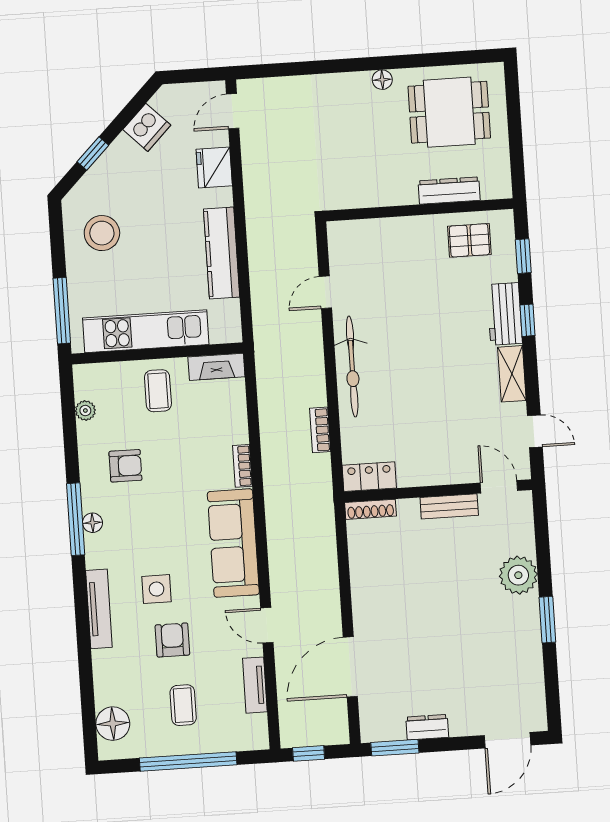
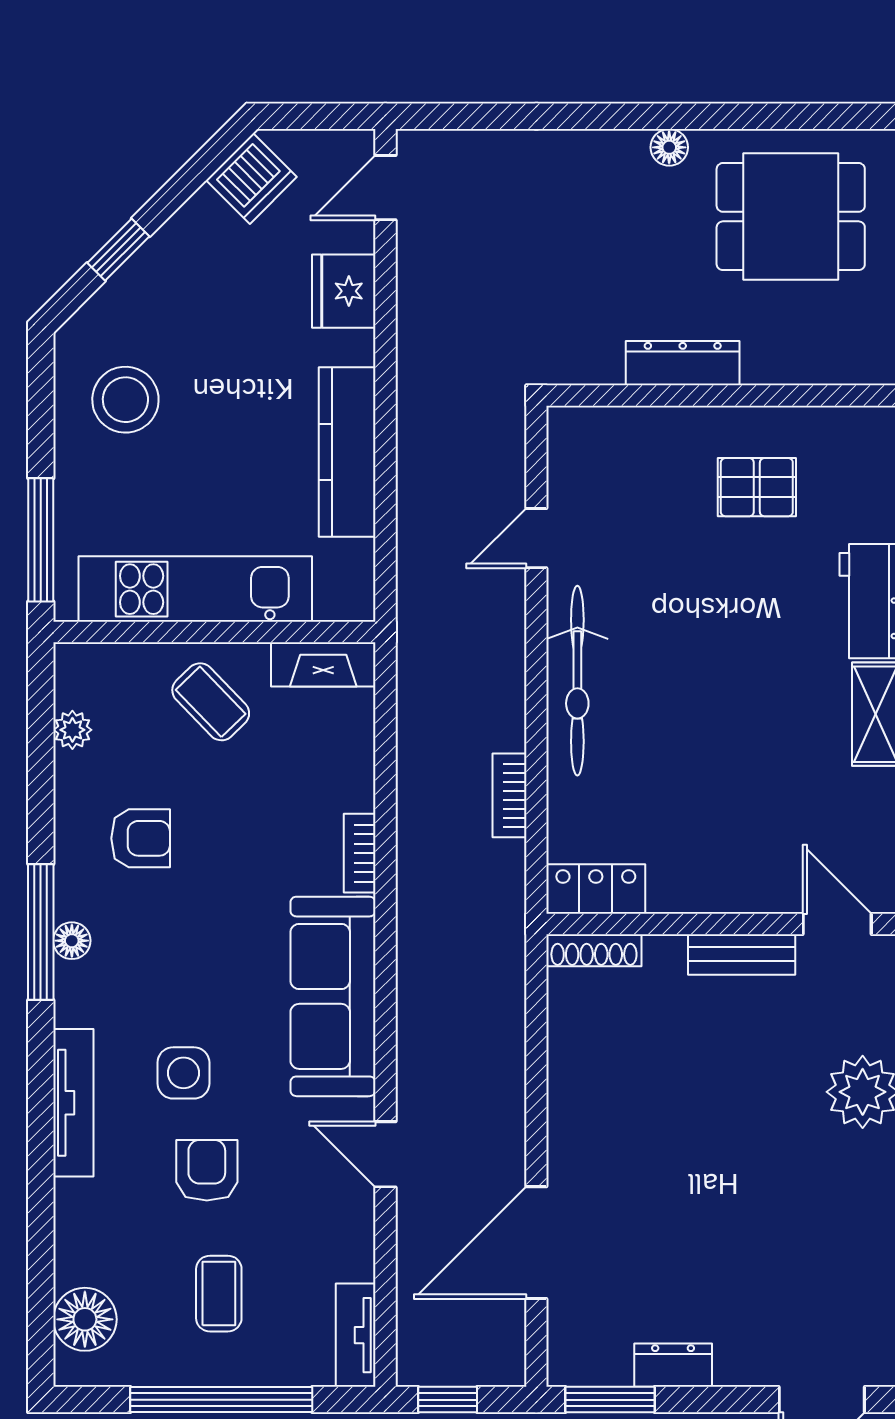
dishwasher: (147, 127) -> (251, 178), moved
dresser: (449, 191) -> (683, 363), moved
pallet: (469, 240) -> (757, 487), moved
coffee table: (158, 391) -> (211, 702), turned -44
tv unit: (255, 685) -> (356, 1335), moved

